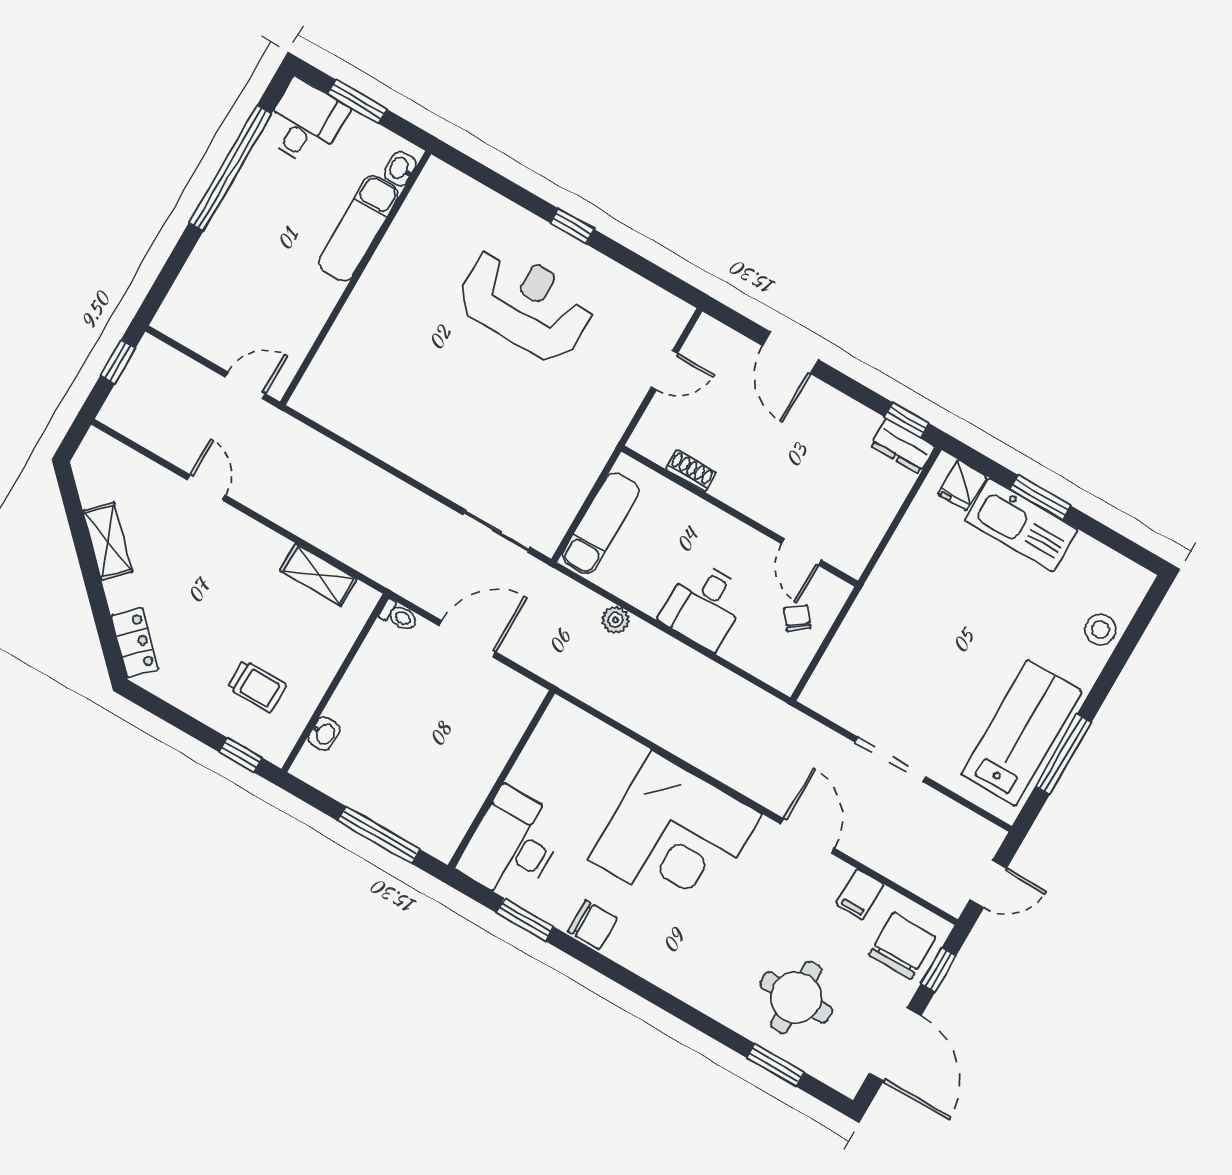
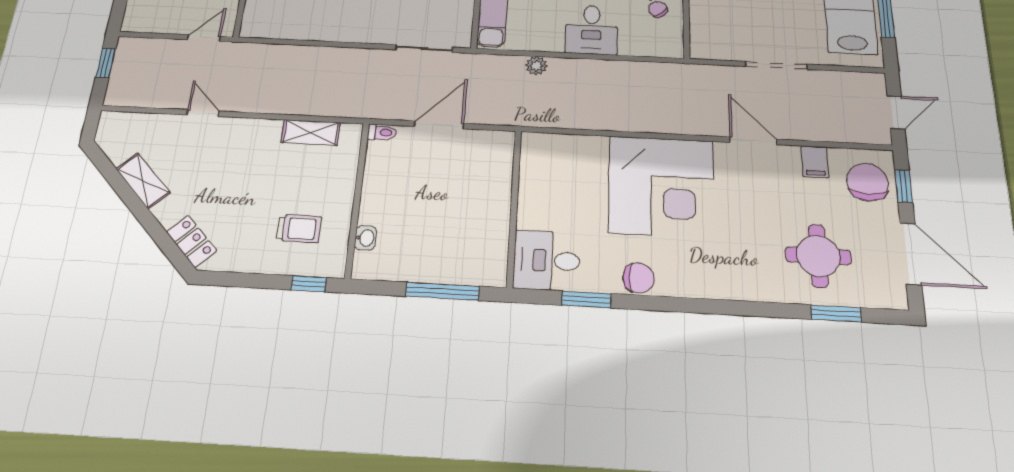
desk: (512, 845) -> (547, 260), width x0.73

